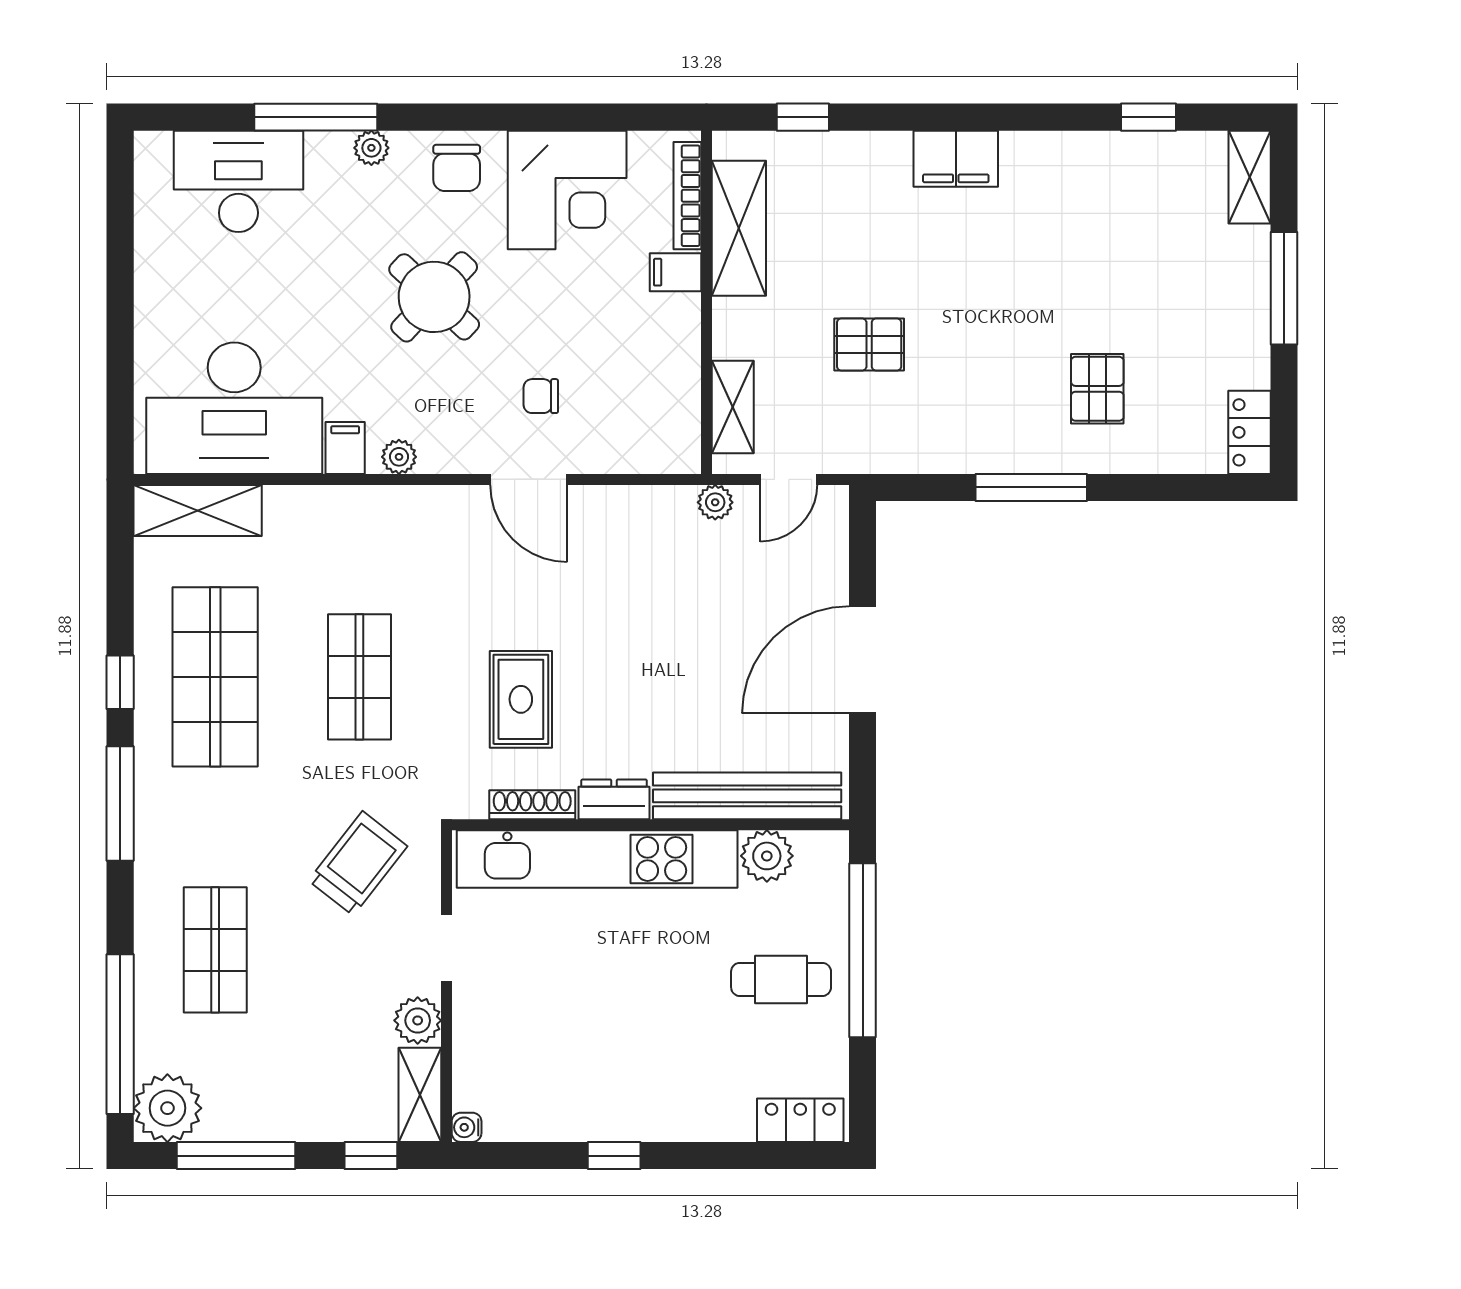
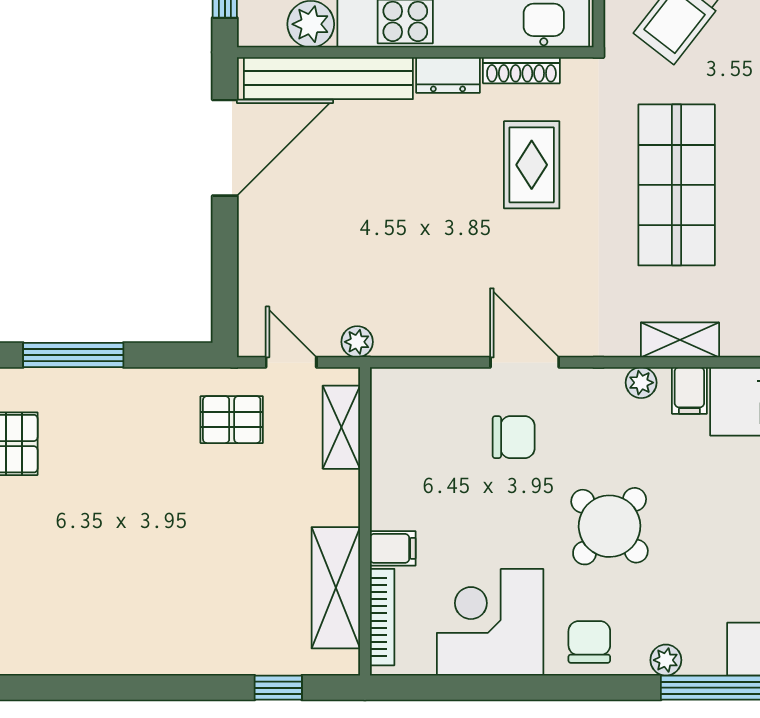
filing cabinet: (956, 159) -> (141, 650), removed
pallet: (869, 345) -> (232, 420), moved
chair: (541, 396) -> (514, 437), width x1.37, depth x1.37
door: (789, 479) -> (291, 362), hinge flipped
shelving: (356, 504) -> (680, 340), added
door: (863, 660) -> (225, 148), moved
shop shelf: (359, 677) -> (677, 185), width x1.43, depth x1.36

